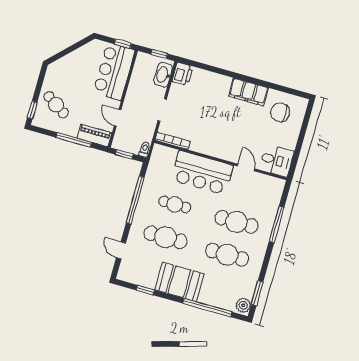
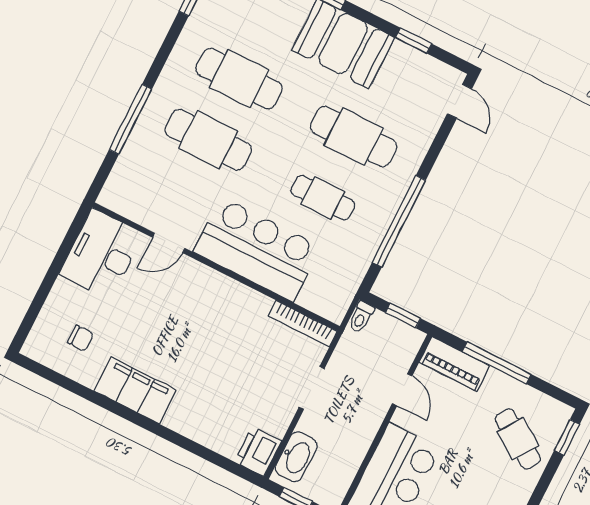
chair: (280, 112) -> (81, 338), width x0.54, depth x0.54
desk: (277, 161) -> (102, 254), width x1.37
door: (246, 167) -> (169, 243), hinge flipped
door: (121, 250) -> (460, 101), moved

